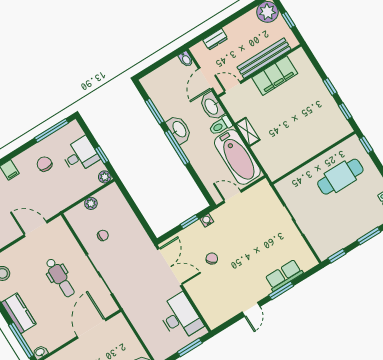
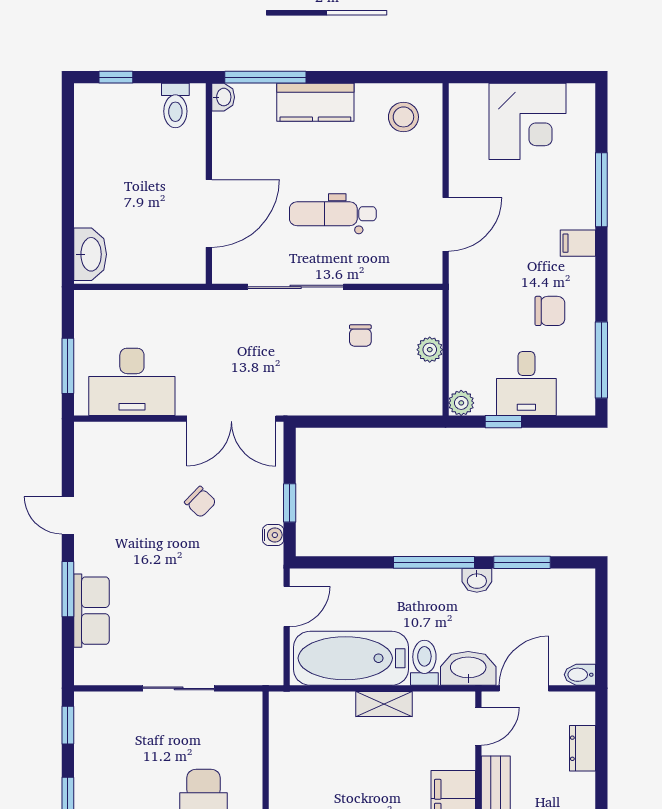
door: (206, 78) -> (524, 688), hinge flipped
washbasin: (179, 129) -> (477, 580), width x0.52, depth x0.69
door: (91, 329) -> (209, 213), hinge flipped

